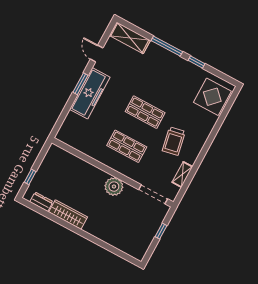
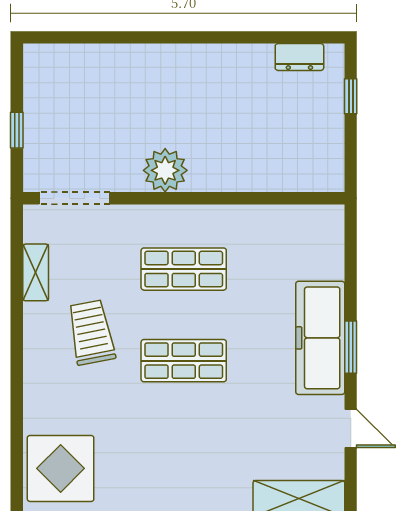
wardrobe: (68, 215) -> (229, 60), removed

